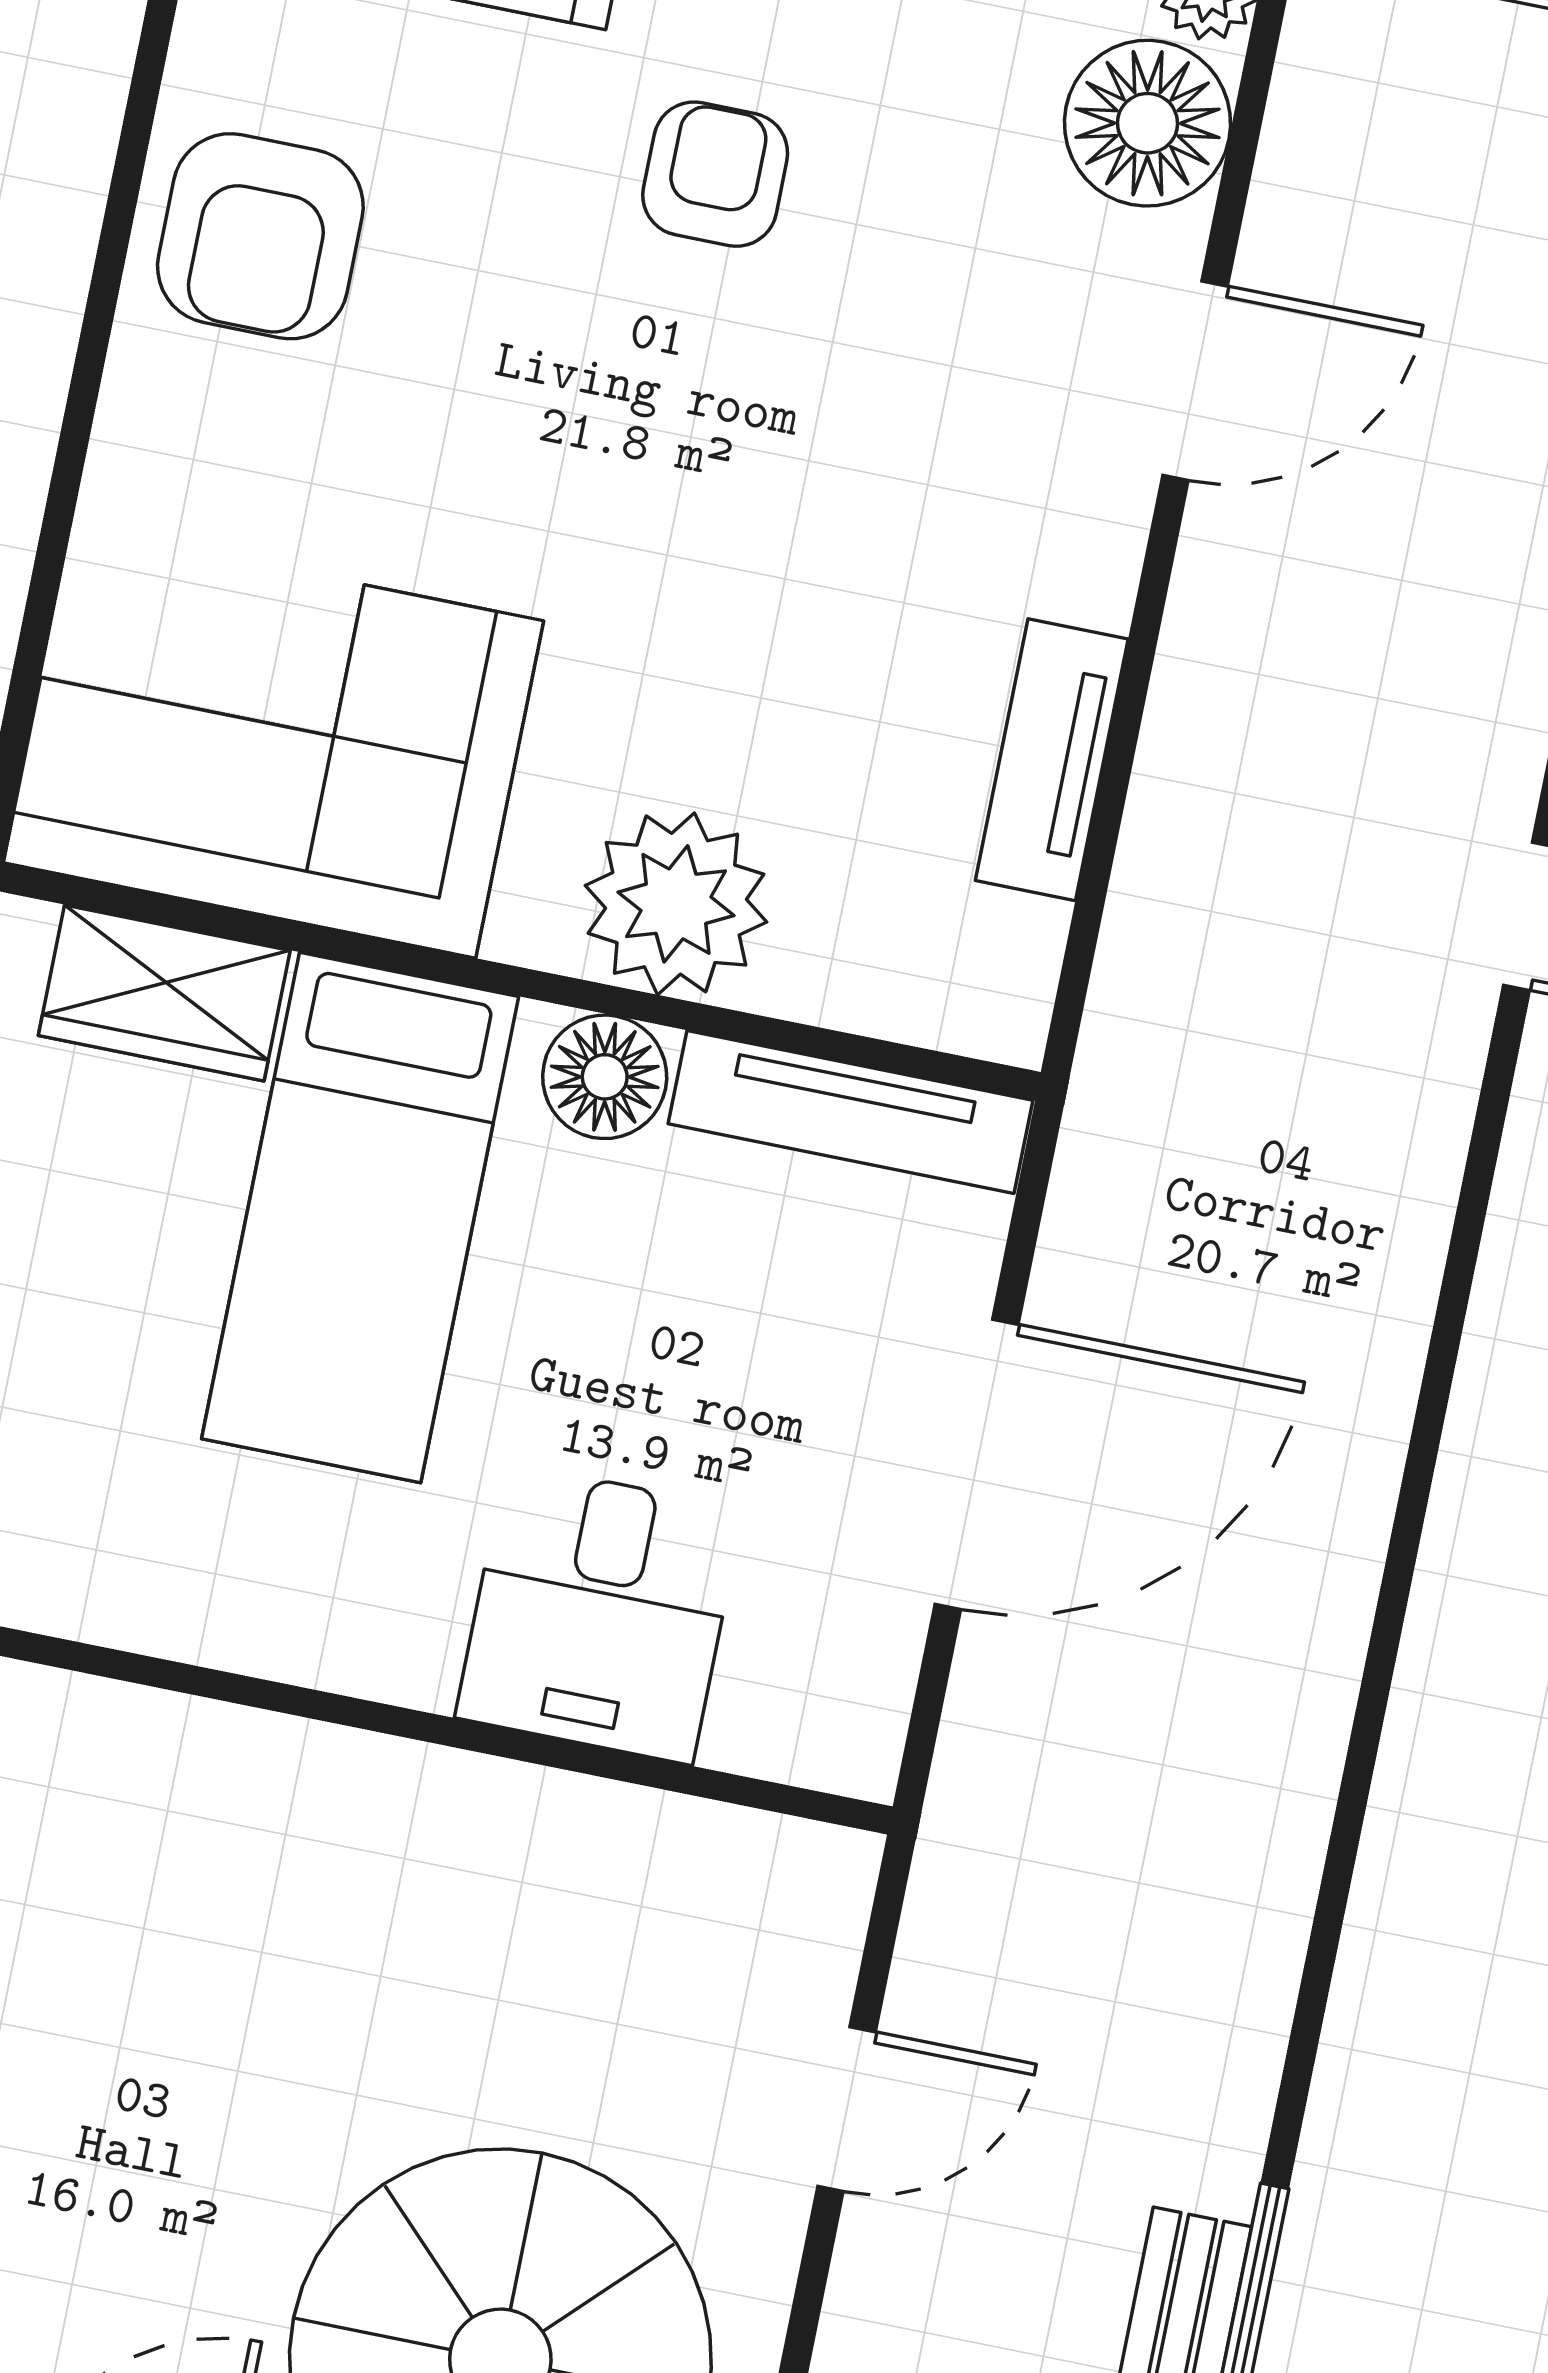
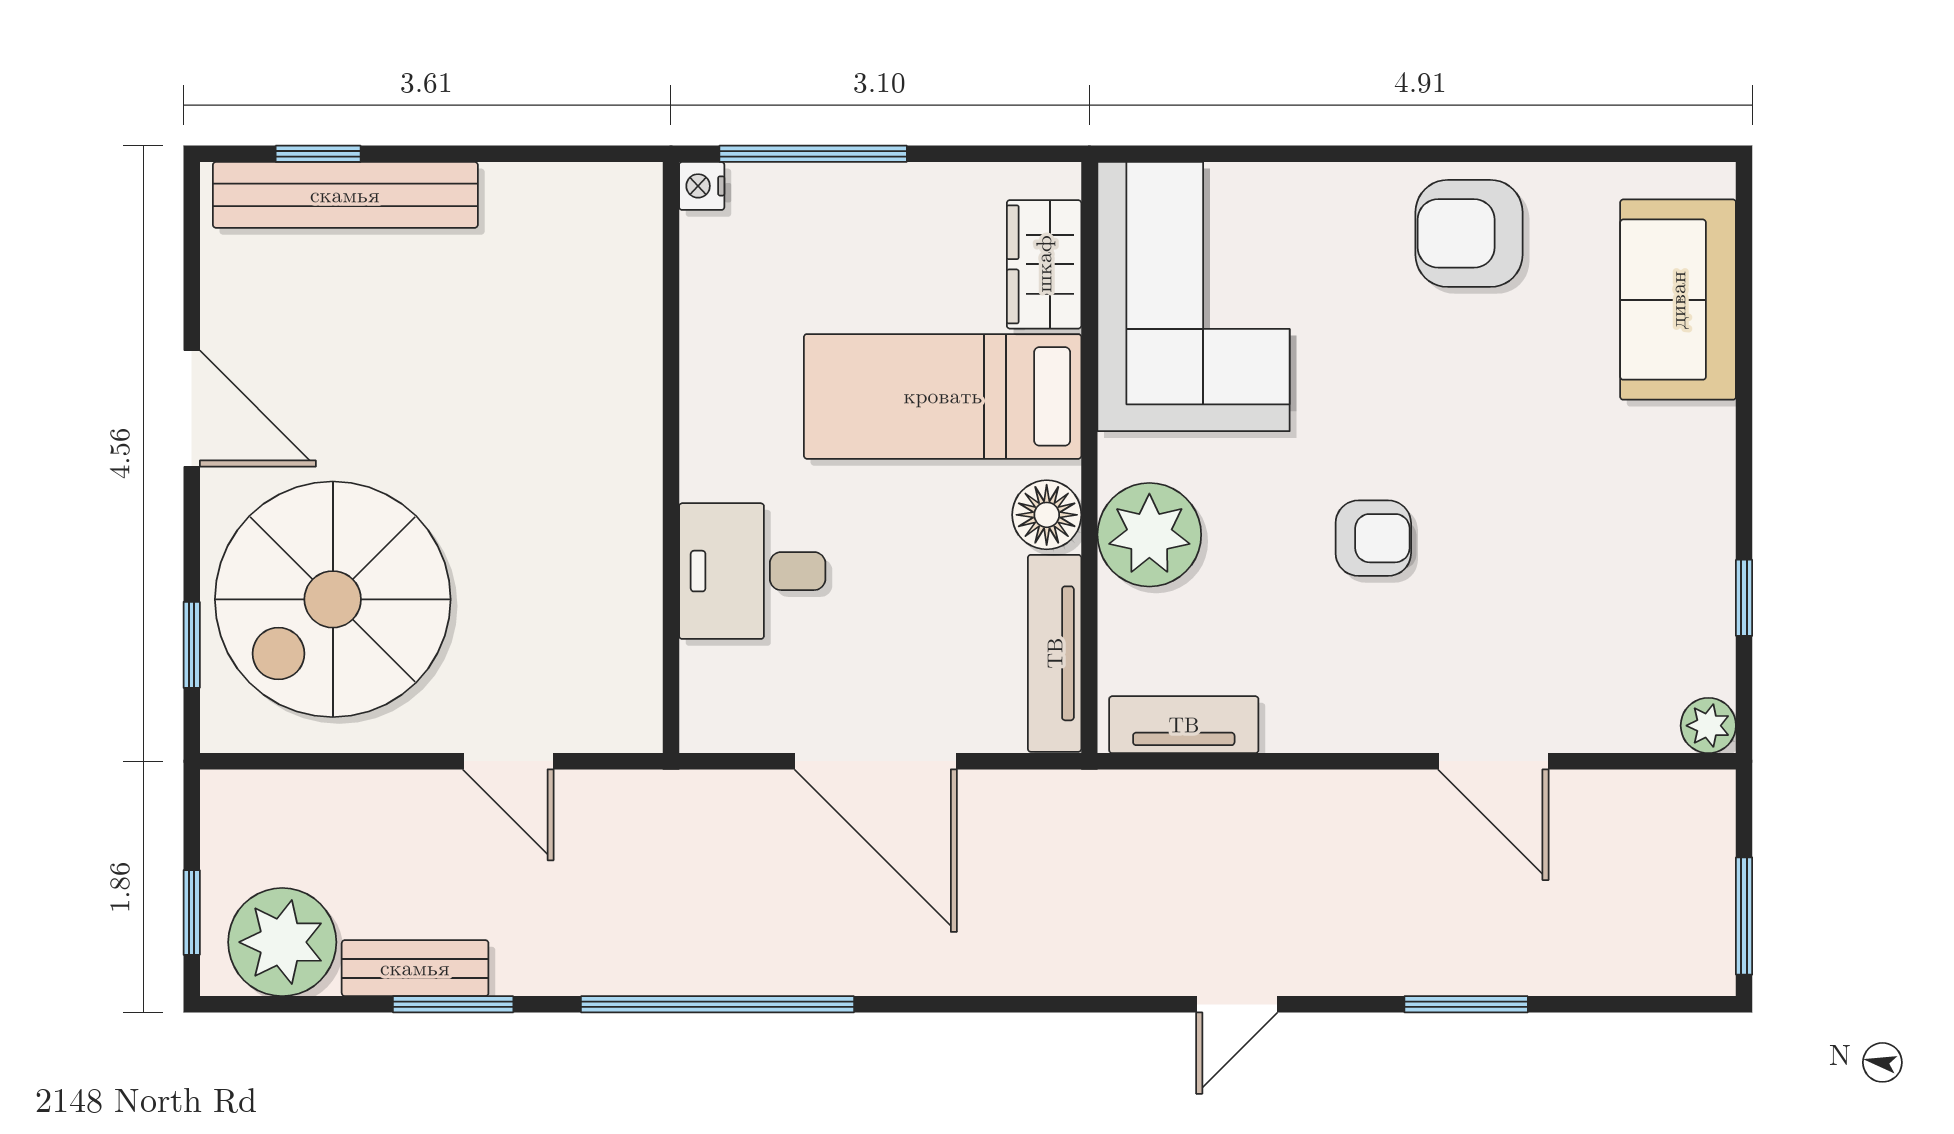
floor lamp: (1147, 123) -> (1629, 707), removed
armchair: (715, 174) -> (1373, 538), moved
tv unit: (1052, 760) -> (1184, 725), moved
window: (1347, 1828) -> (717, 1004), added

